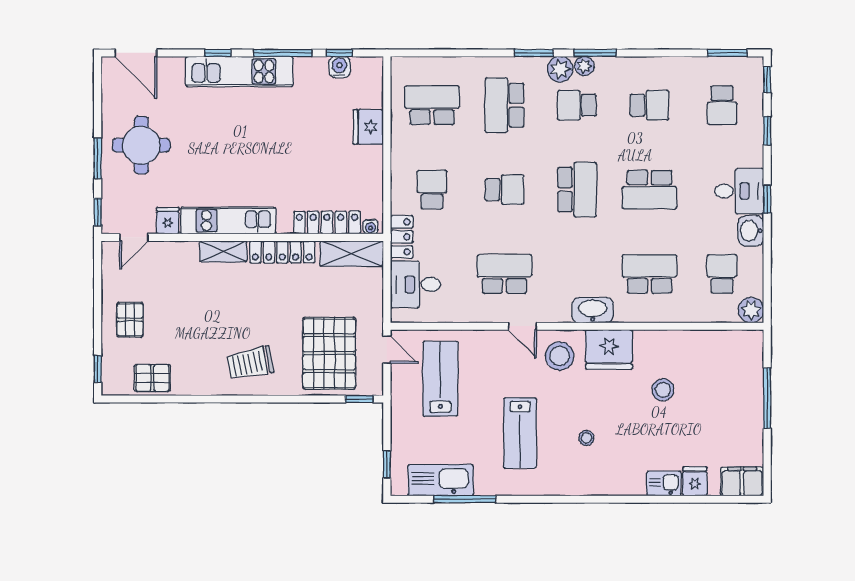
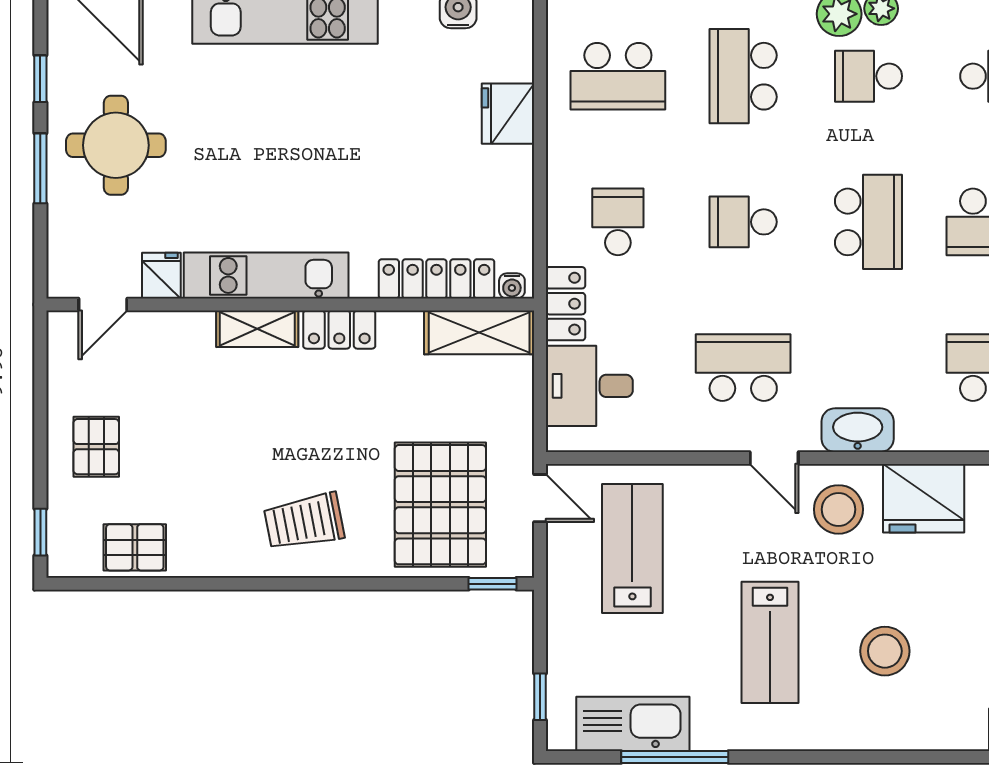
school desk: (432, 105) -> (618, 76), turned 180
school desk: (504, 190) -> (743, 222), turned 180
window: (98, 212) -> (40, 79), moved
locker: (282, 252) -> (339, 330), width x0.66
washbasin: (593, 310) -> (858, 430), moved
stool: (586, 438) -> (885, 651), width x1.89, depth x1.89

